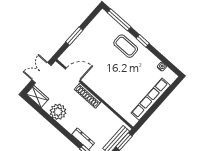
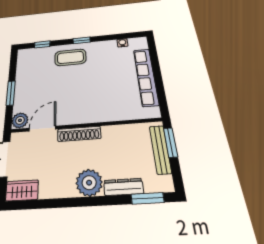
window: (119, 20) -> (42, 44), width x0.46
plant: (66, 58) -> (20, 120), added
plant: (58, 112) -> (89, 183), moved

